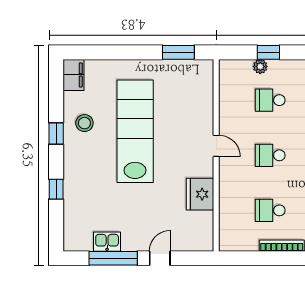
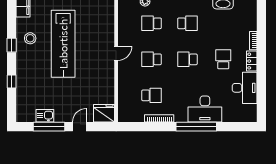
lab bench: (135, 131) -> (63, 44), turned 180
door: (216, 146) -> (116, 53), hinge flipped
fridge: (200, 194) -> (104, 113), moved, turned 90
school desk: (270, 210) -> (152, 95), turned 180

